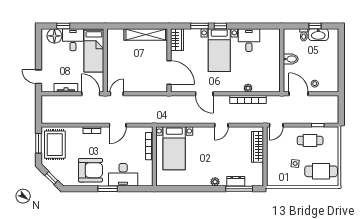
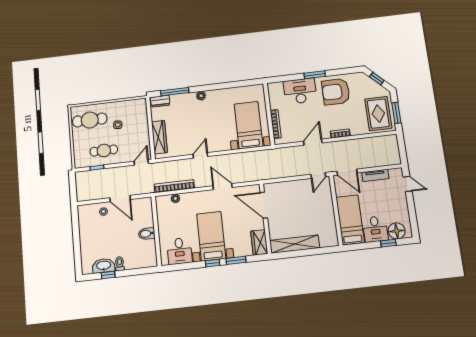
bidet: (291, 59) -> (147, 234), moved
wall: (282, 60) -> (156, 231), moved
dresser: (236, 181) -> (160, 101), moved

